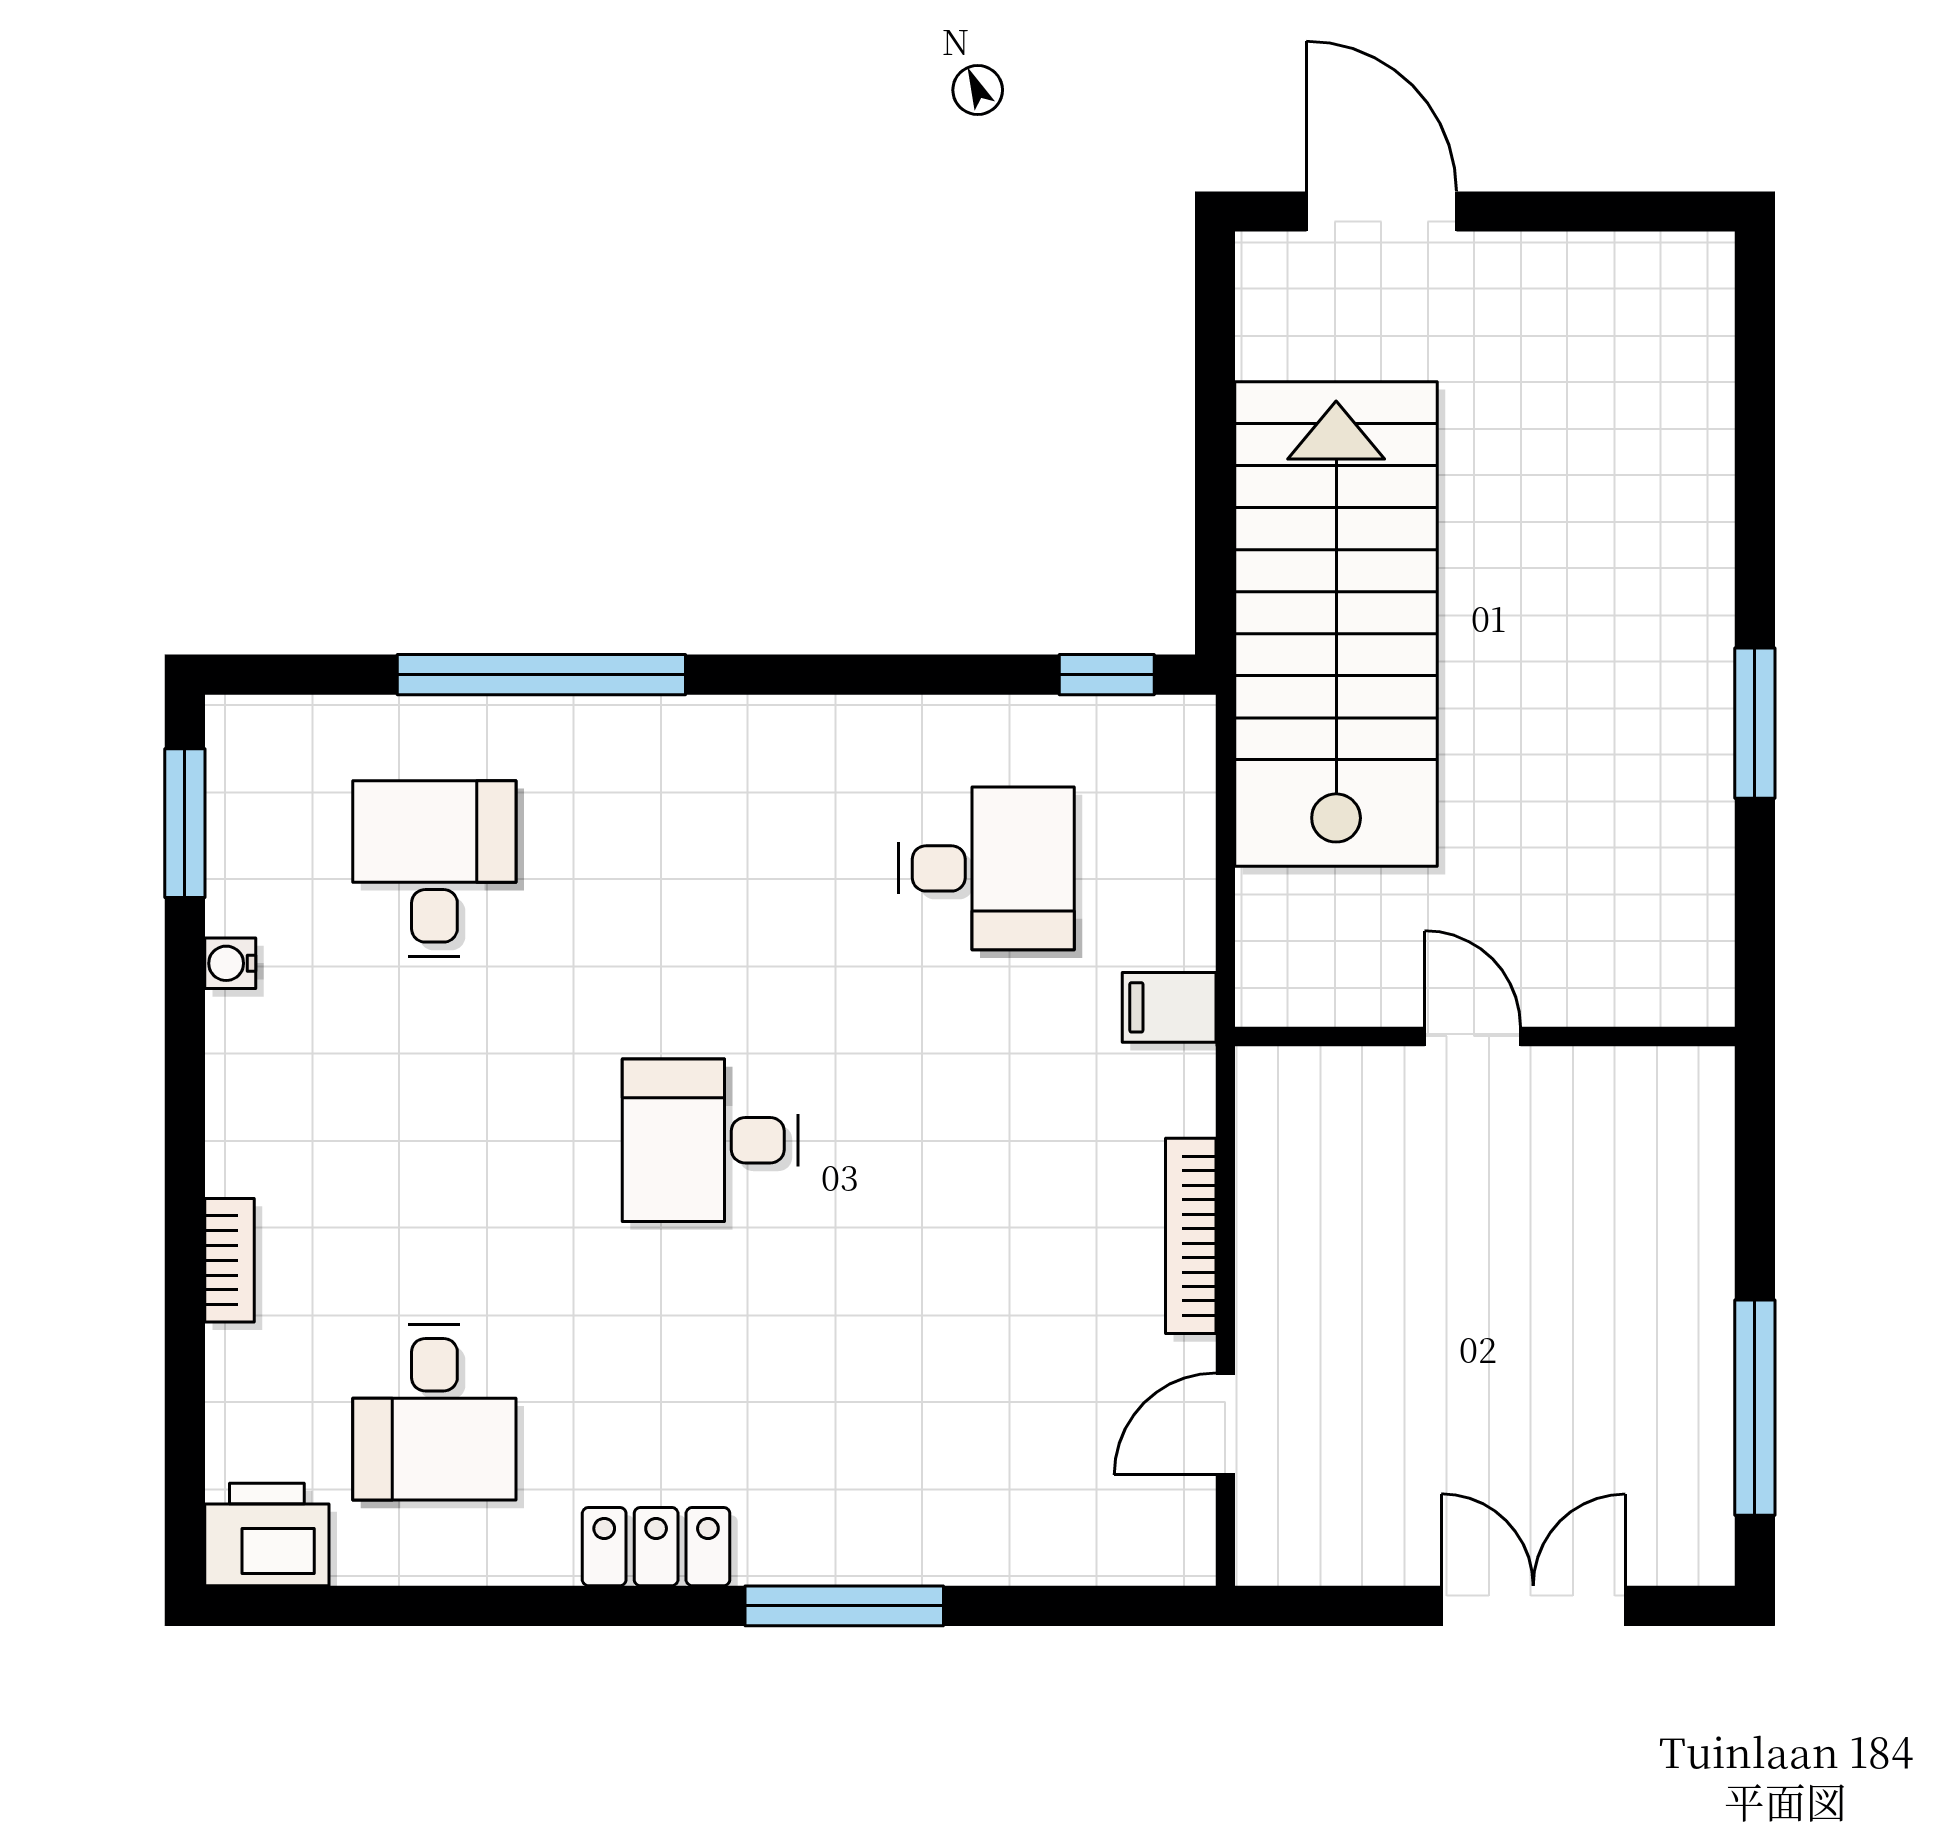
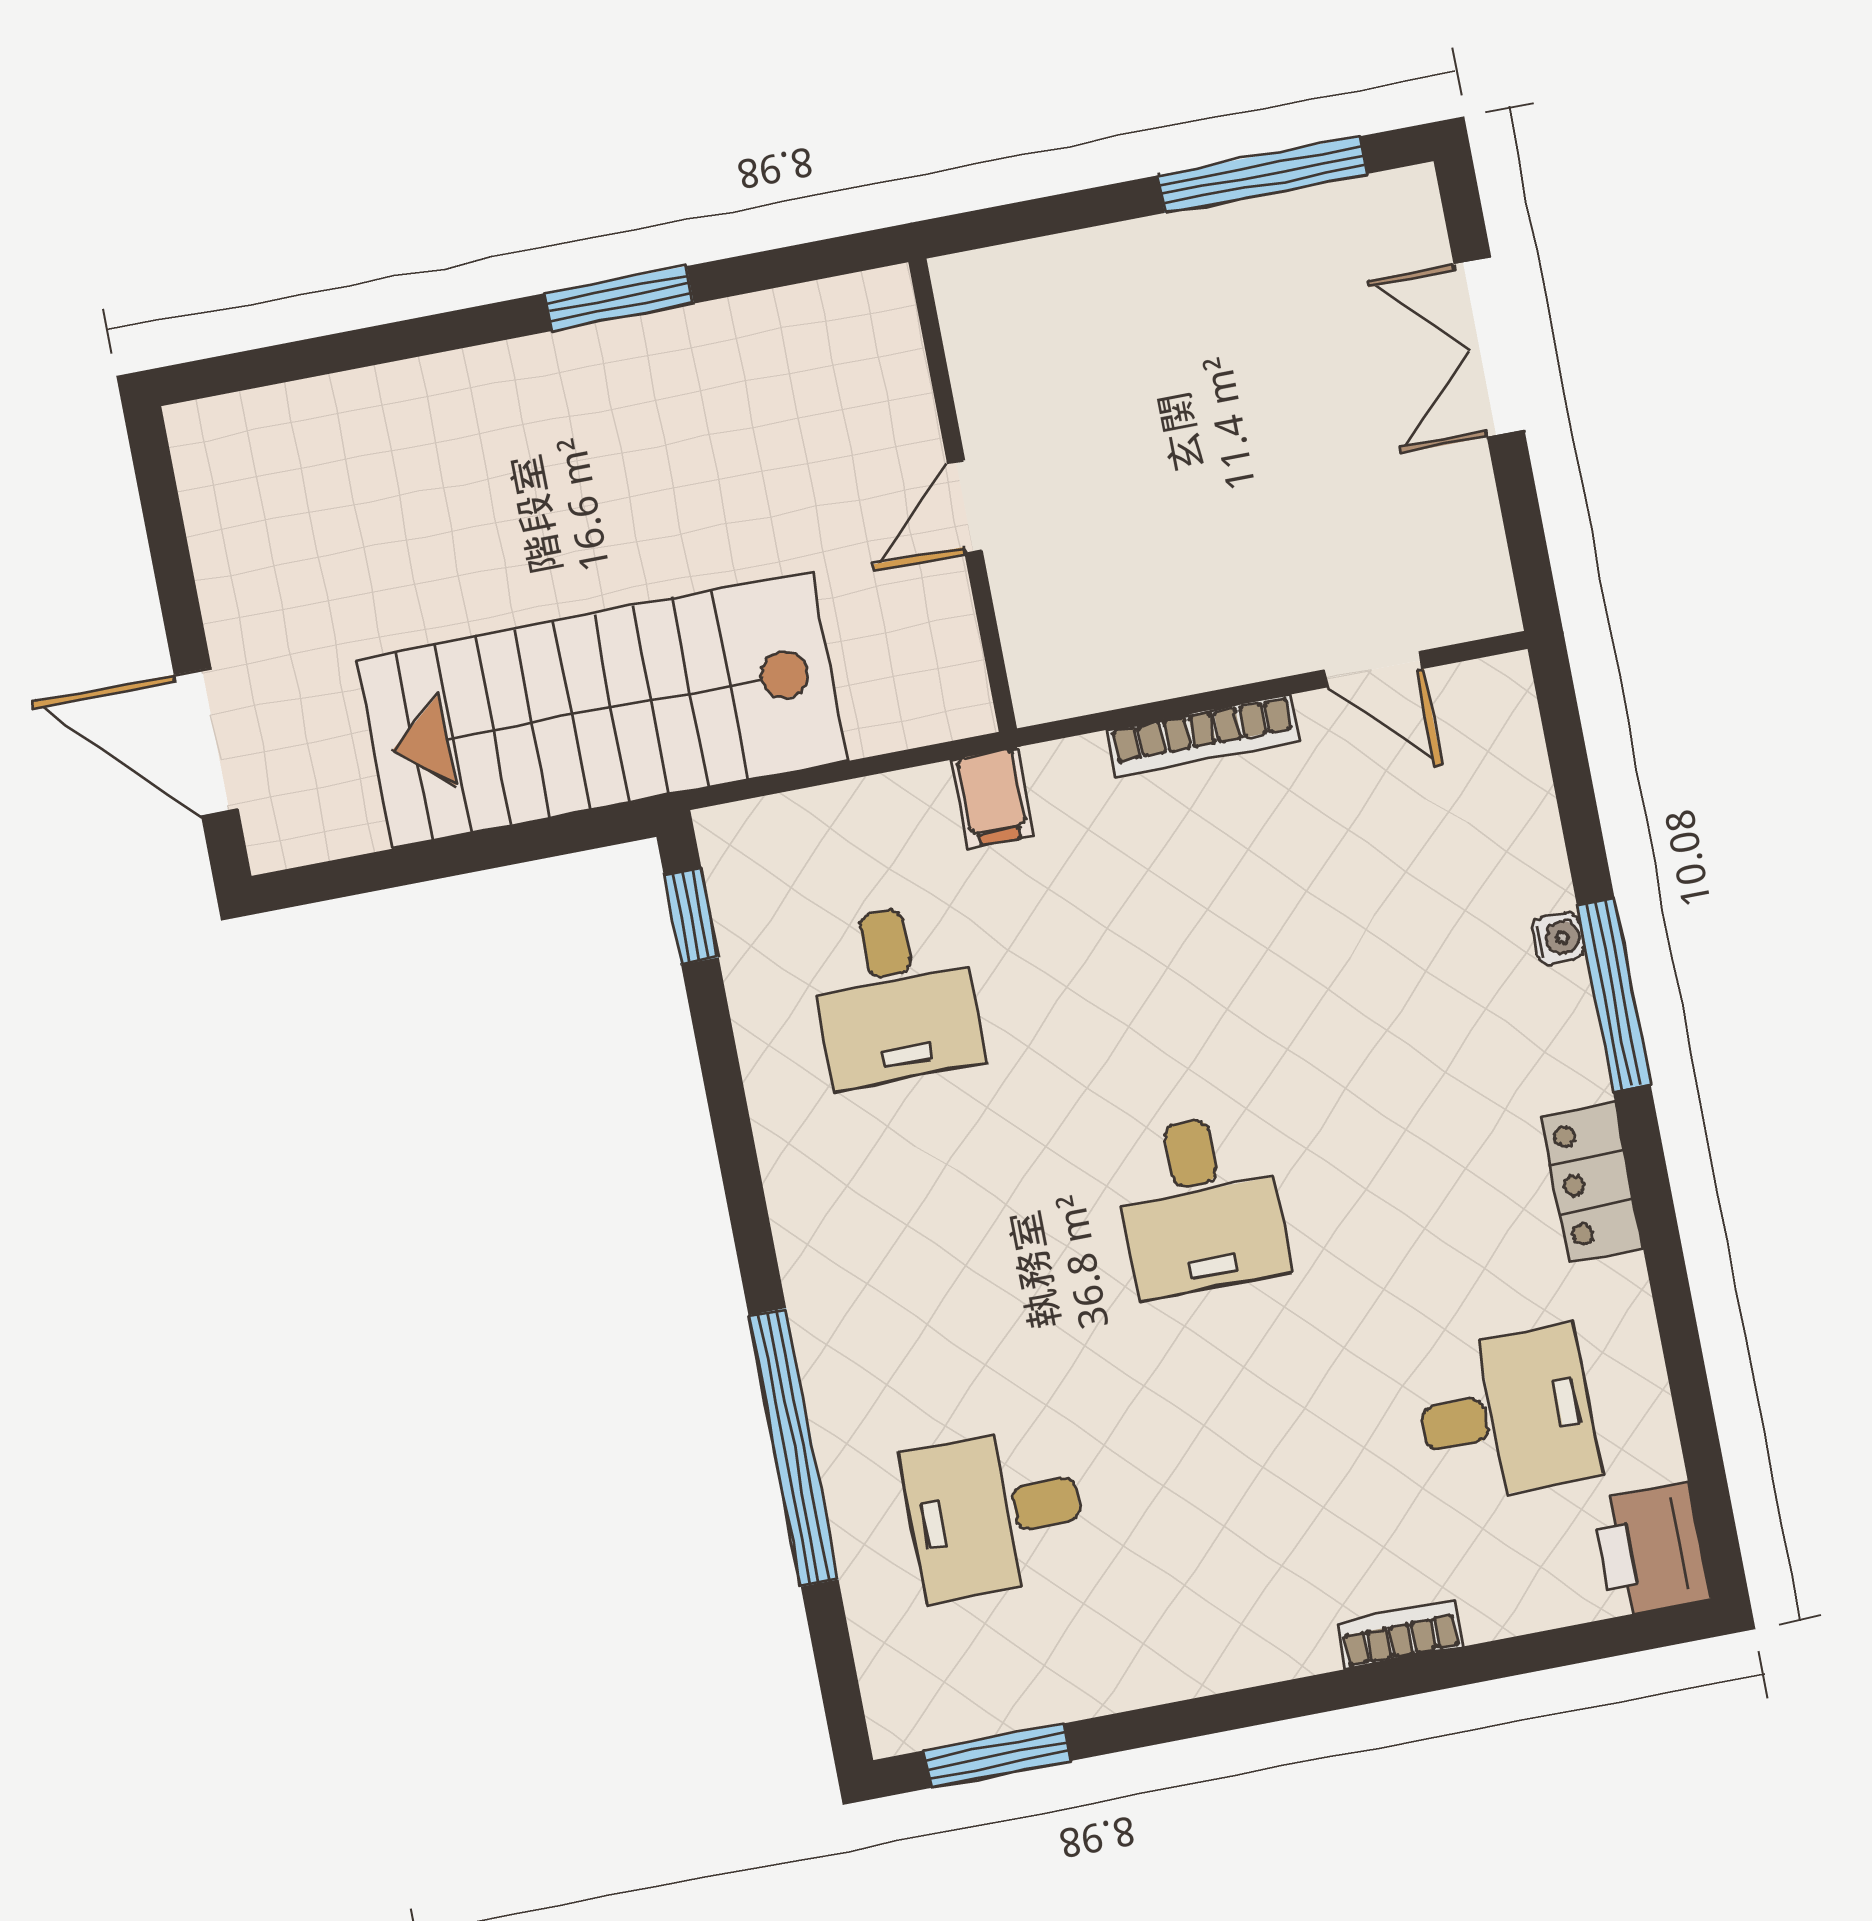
door: (1381, 211) -> (206, 742), hinge flipped
desk: (986, 868) -> (895, 994), turned 180
water cooler: (230, 963) -> (1559, 938), moved, turned -90

